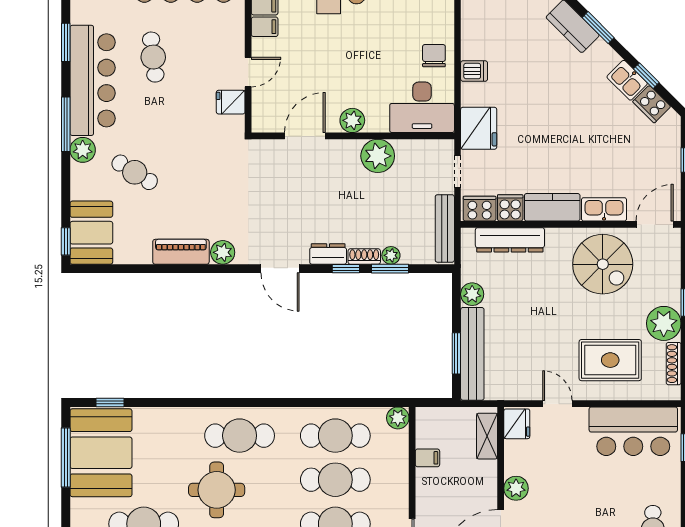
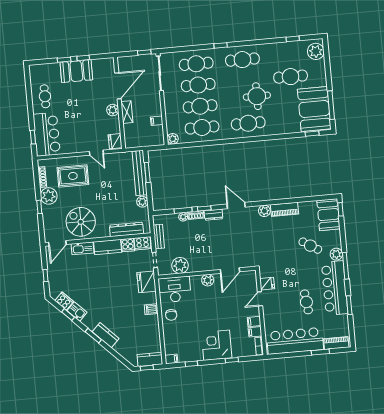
plant: (378, 156) -> (180, 265), moved
bench: (445, 228) -> (159, 236), width x0.73
bar counter: (633, 431) -> (47, 134), moved, turned 90
shelving: (487, 436) -> (127, 112), moved

